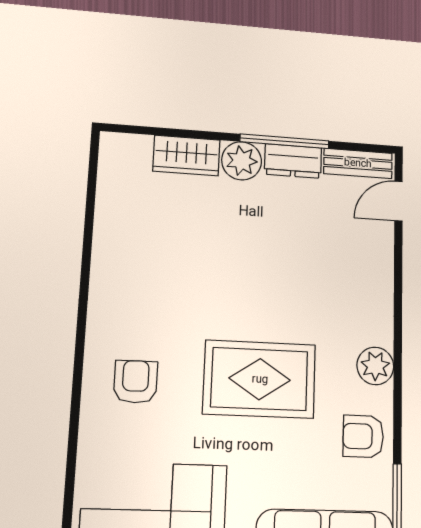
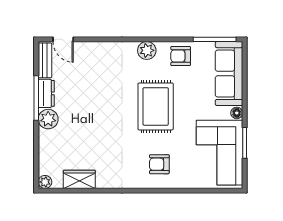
plant: (113, 145) -> (45, 182), added
wardrobe: (186, 155) -> (79, 179), moved, turned -90
armchair: (363, 436) -> (181, 56), turned 90

